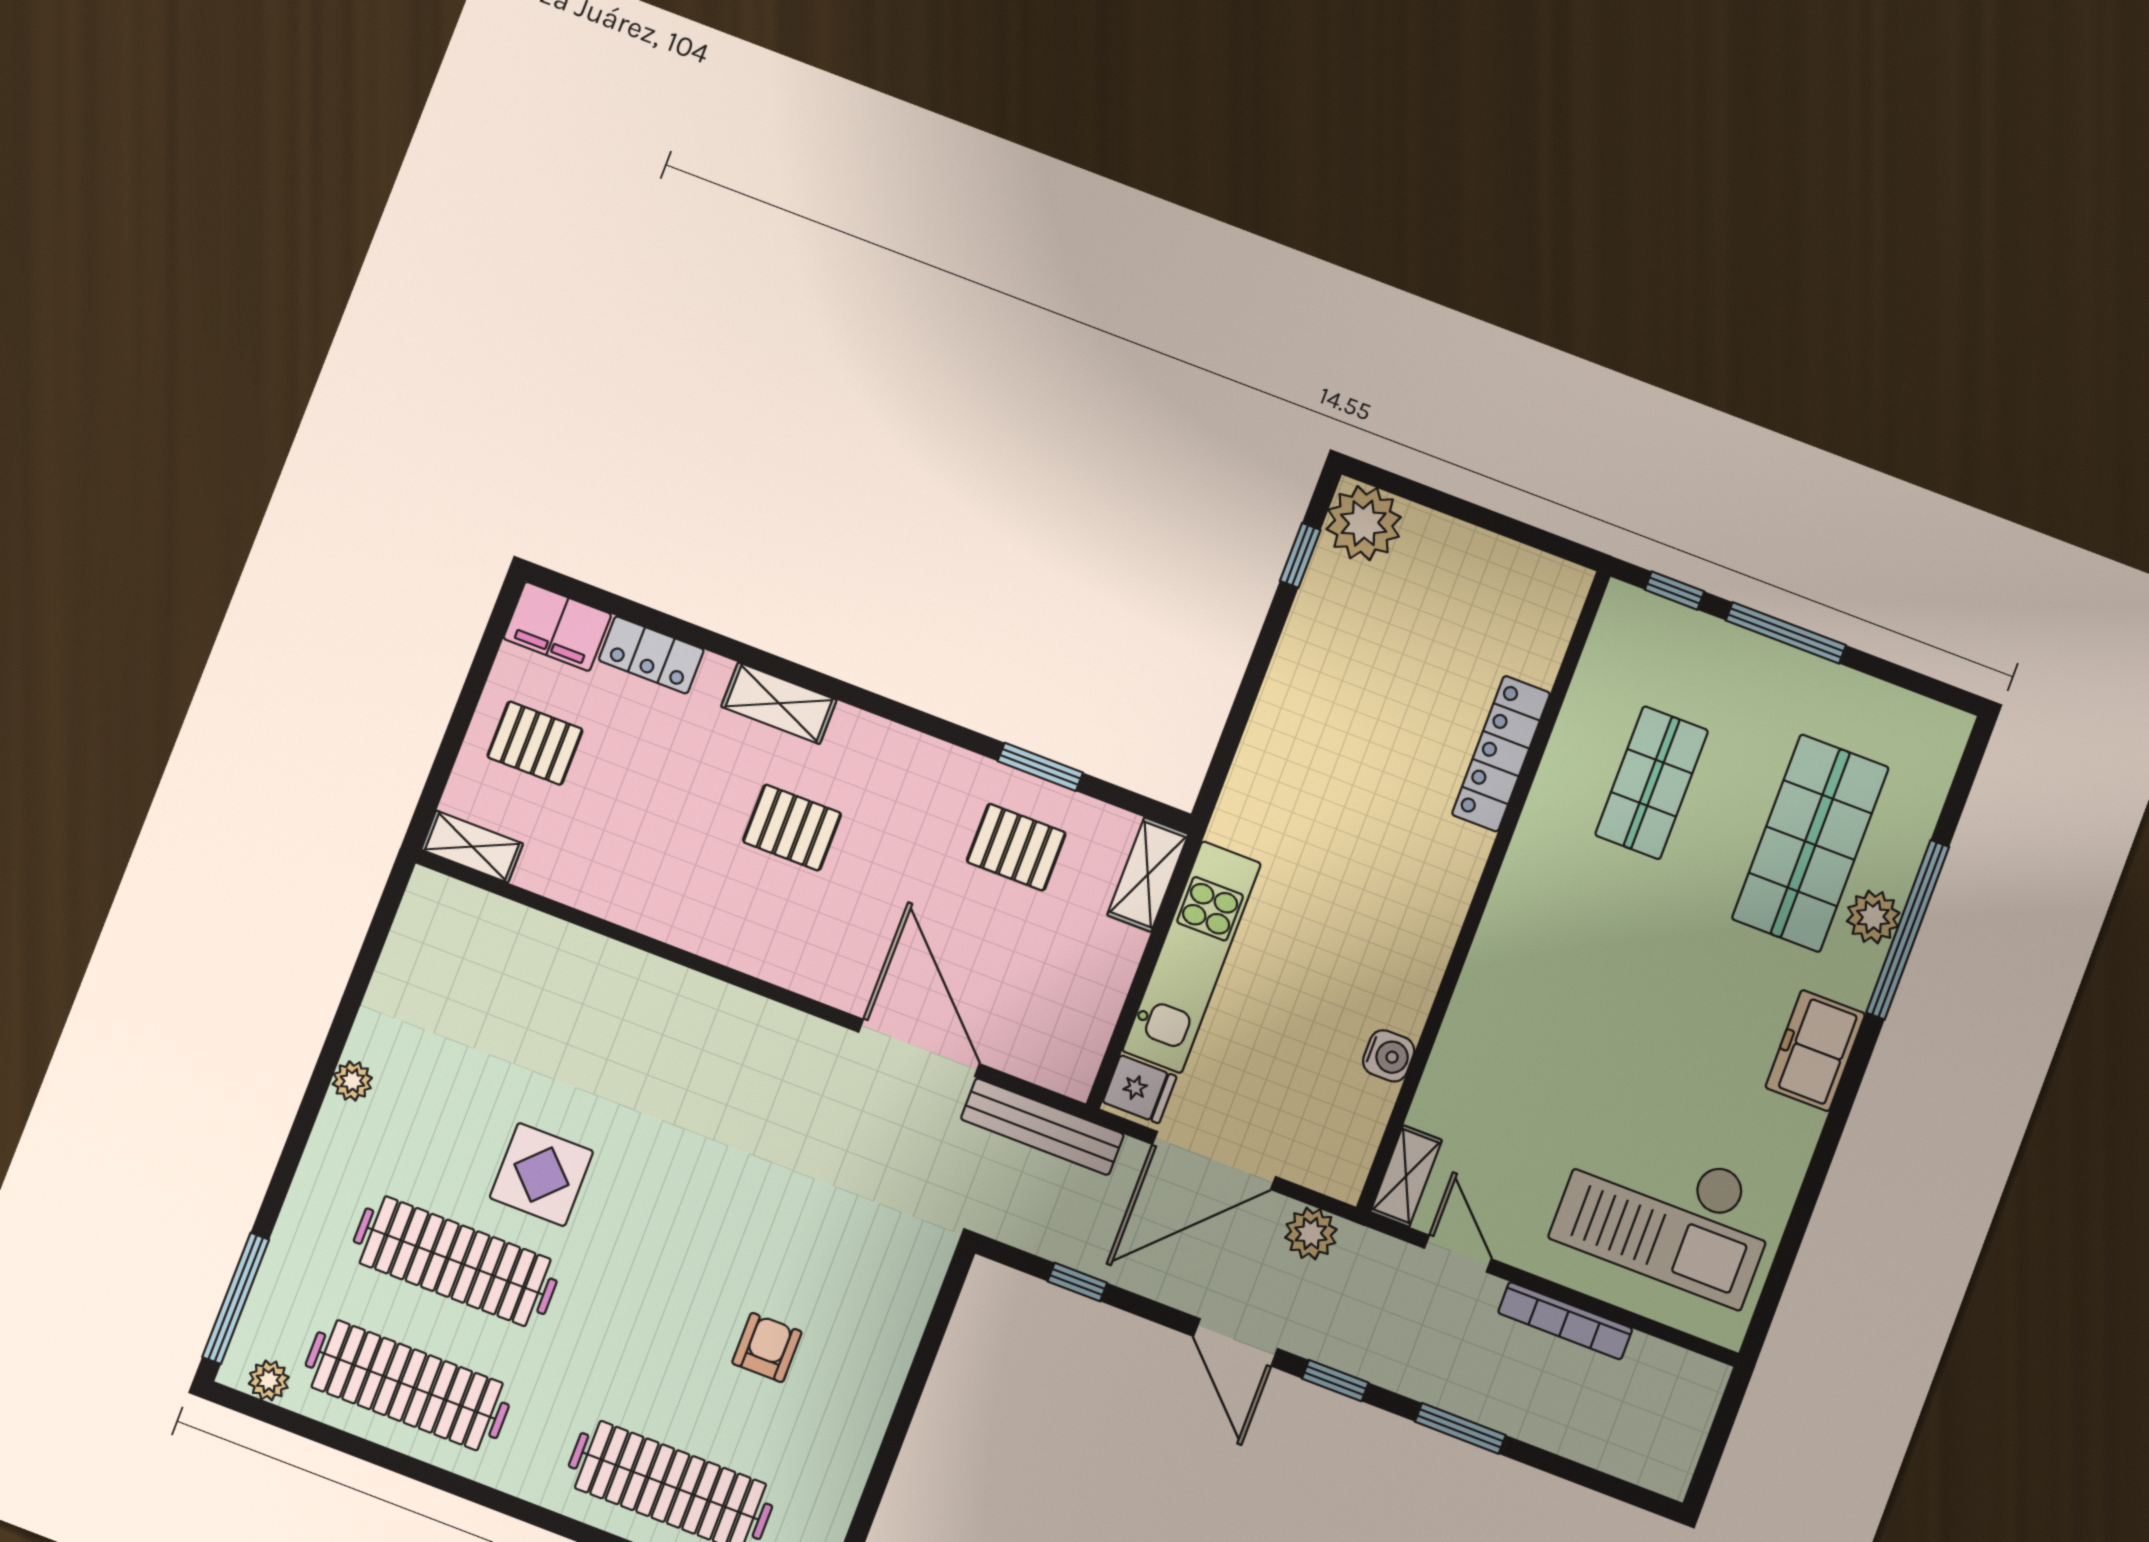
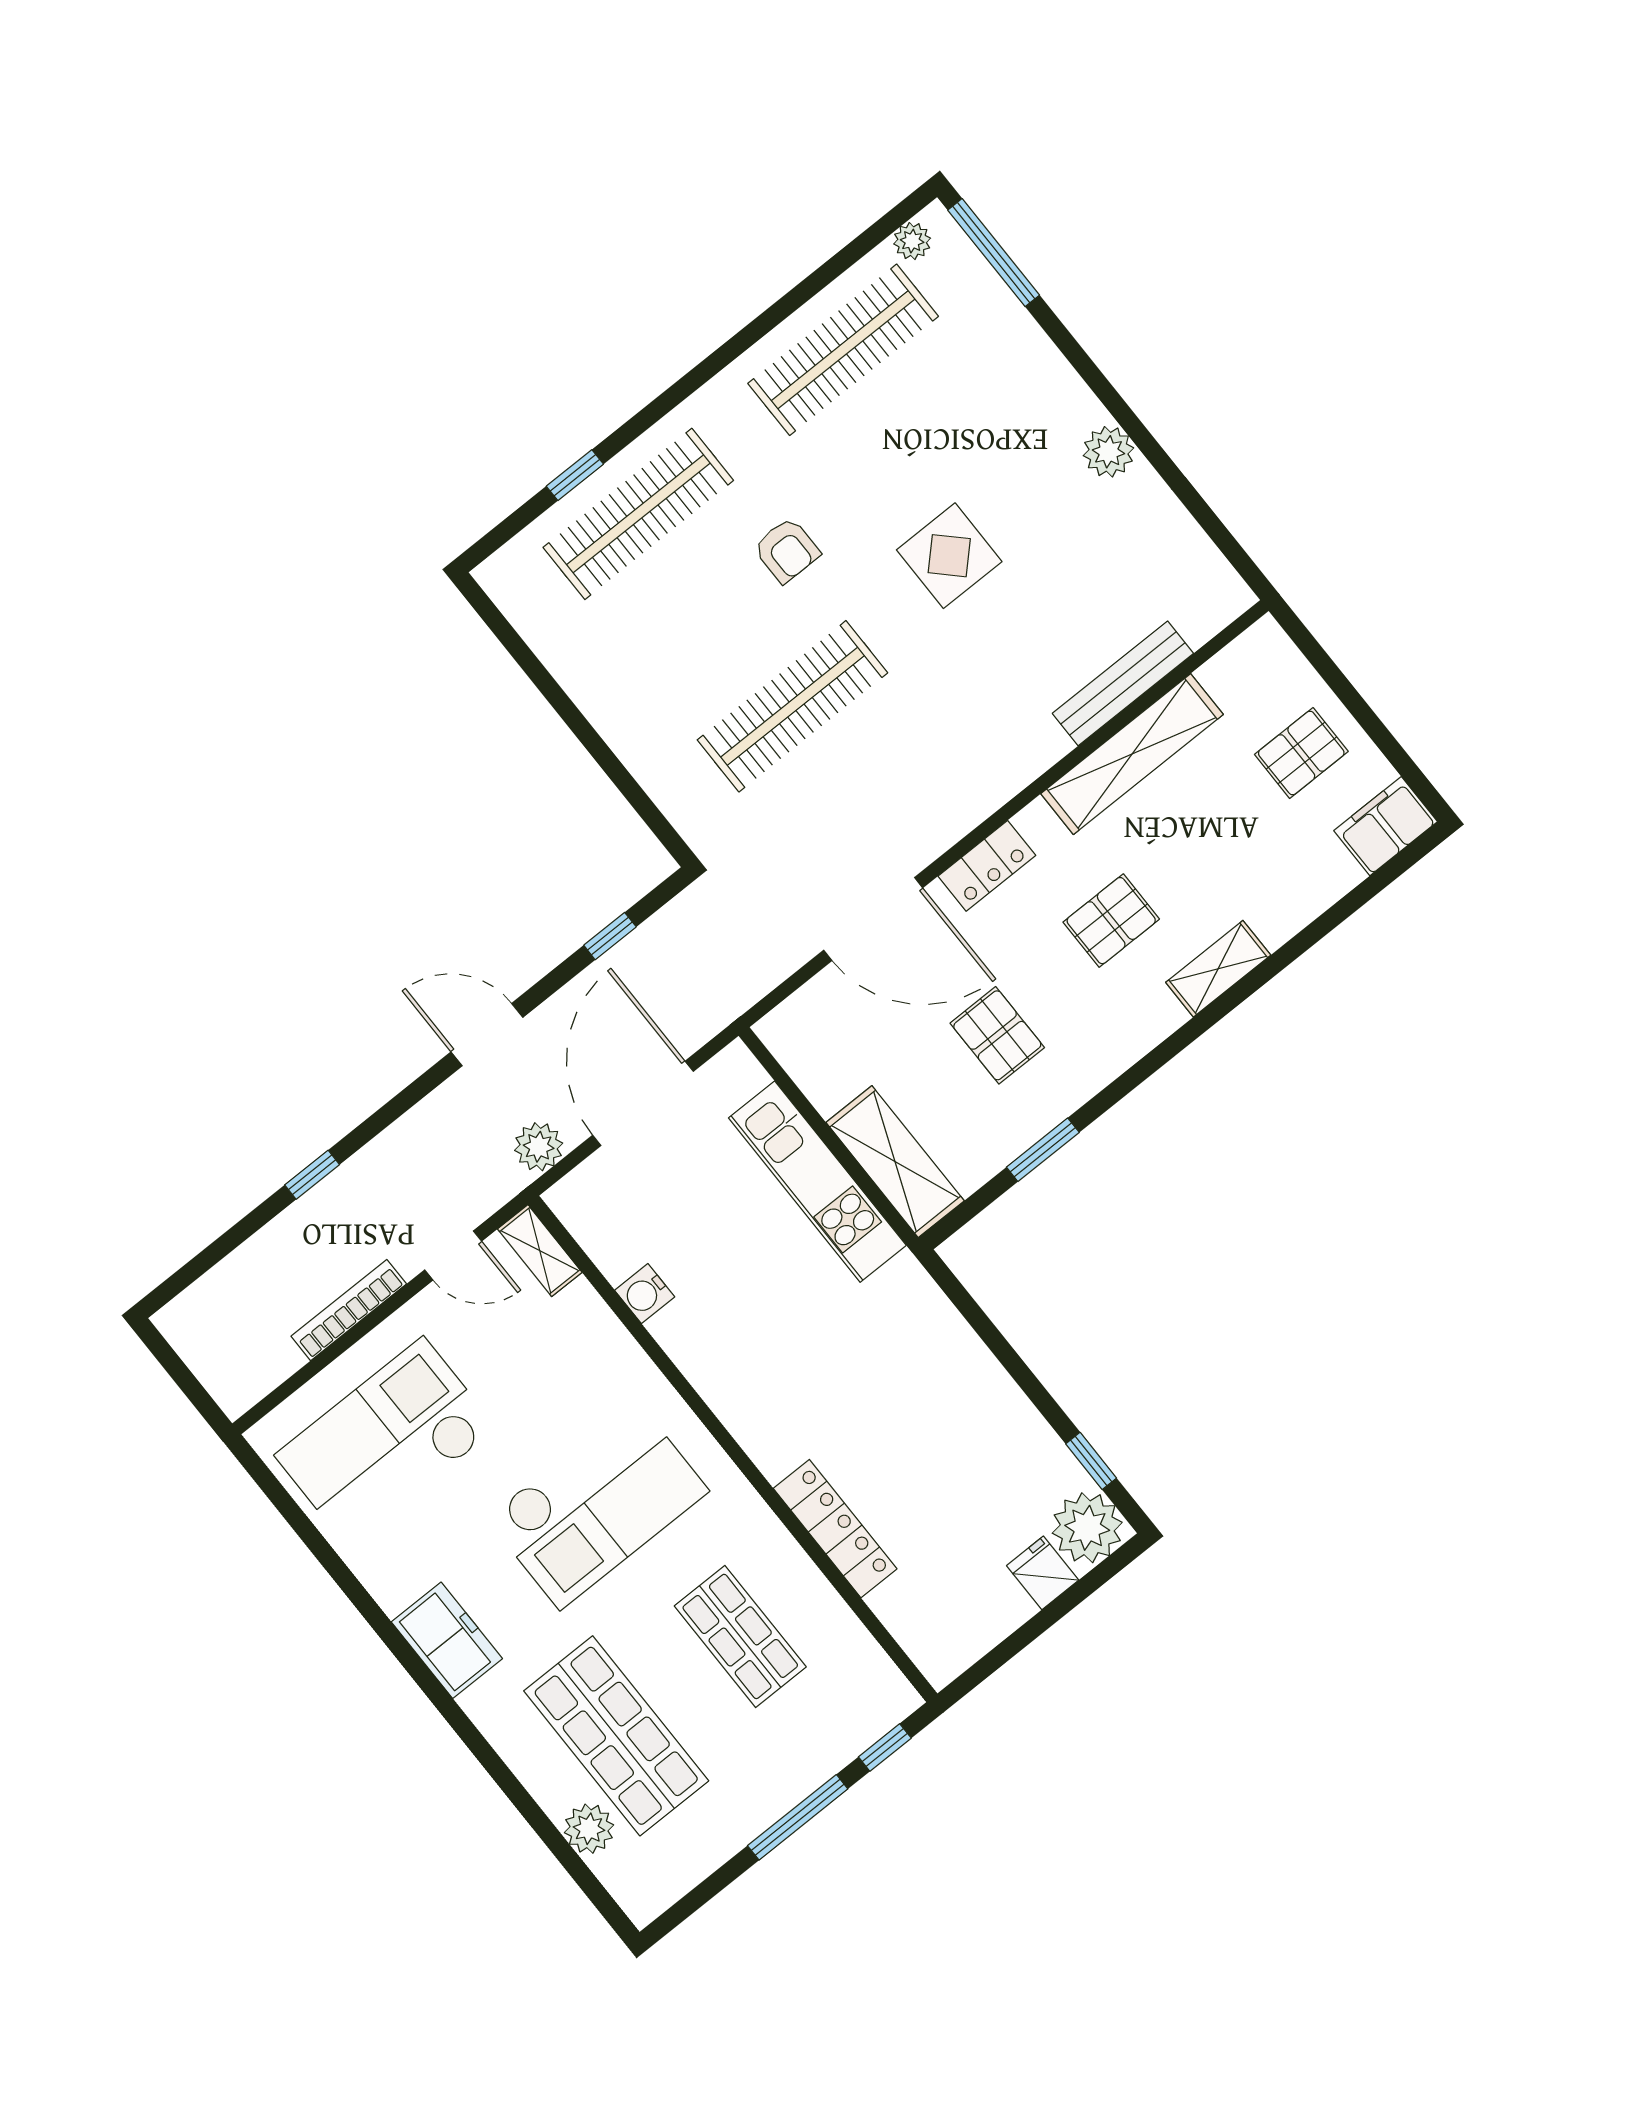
locker: (651, 655) -> (987, 866), moved, turned 180
shelving: (472, 847) -> (1132, 754), moved, width x2.20, depth x1.33
pallet: (1016, 847) -> (997, 1035), moved, turned 90
shelving: (1148, 875) -> (895, 1162), width x1.50, depth x1.33
plant: (1873, 917) -> (589, 1829), moved
window: (1908, 930) -> (500, 1773), removed
checkout: (1608, 985) -> (598, 1504), added
plant: (352, 1081) -> (1108, 452), width x1.38, depth x1.38
fridge: (1140, 1089) -> (1043, 1573), moved, turned 90
bench: (1042, 1127) -> (1123, 683), moved
clothes rail: (455, 1261) -> (792, 706), moved
armchair: (767, 1348) -> (787, 550), moved
window: (1335, 1381) -> (409, 1097), removed
window: (1460, 1428) -> (312, 1175), width x0.67

